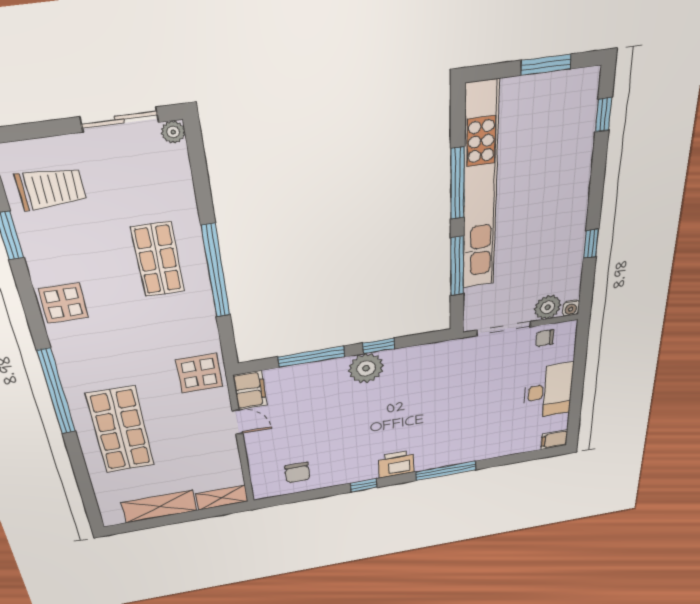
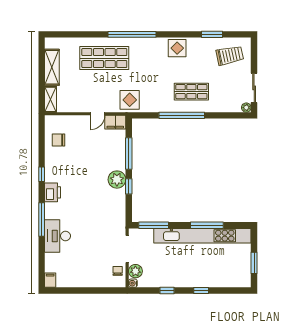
window: (604, 115) -> (201, 290), moved
trolley: (51, 188) -> (230, 55), turned -102
window: (457, 266) -> (154, 225), moved
desk: (548, 391) -> (58, 236), moved, turned 90

